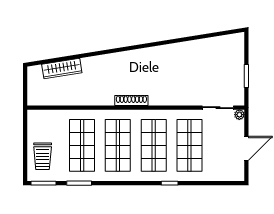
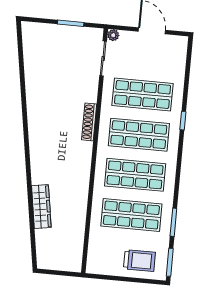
wardrobe: (62, 68) -> (41, 207), moved
shoe rack: (131, 101) -> (89, 122), moved

